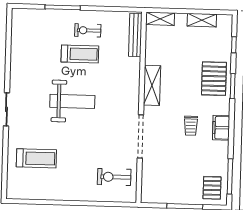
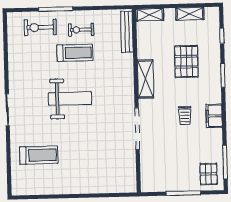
pallet: (214, 79) -> (186, 62), moved
exercise bike: (114, 177) -> (40, 27), moved

